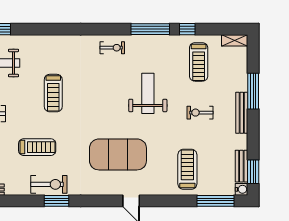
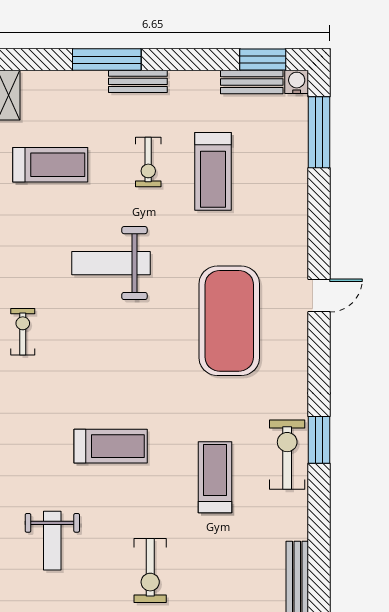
bench: (242, 113) -> (138, 81), width x0.73
treadmill: (187, 169) -> (213, 171), moved, turned -90

